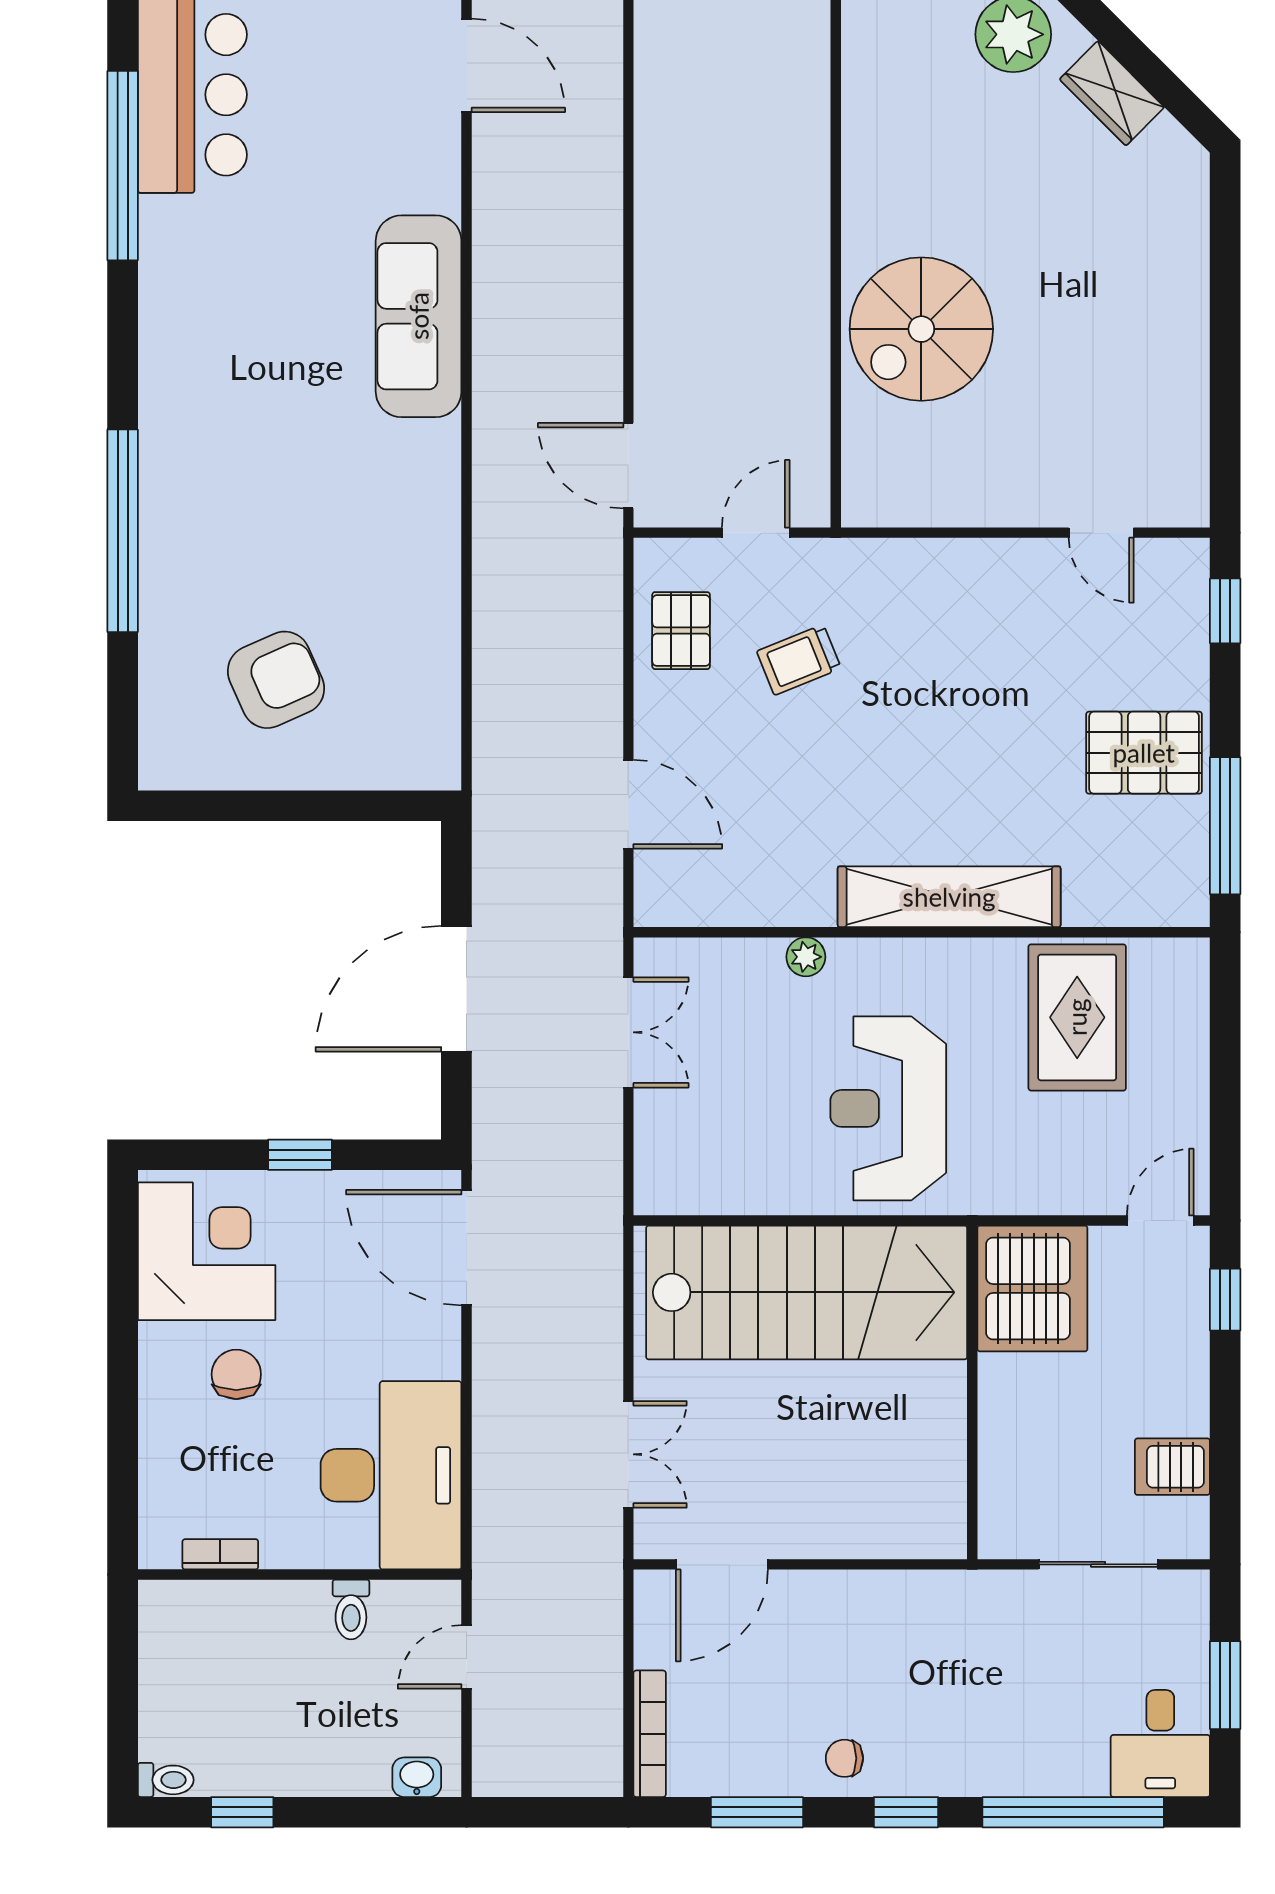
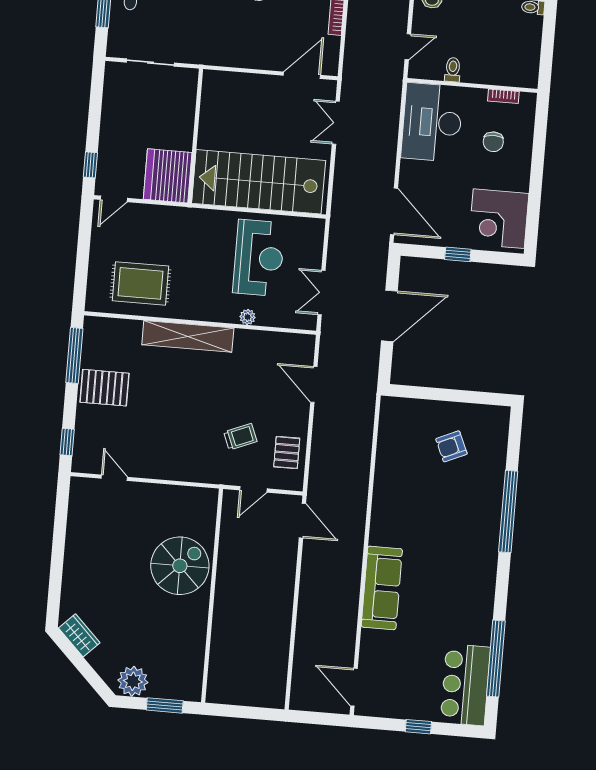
wardrobe: (1112, 93) -> (79, 635), moved
armchair: (276, 680) -> (451, 446), width x0.72, depth x0.72
rug: (1077, 1017) -> (140, 283), turned 90
reception desk: (888, 1108) -> (259, 258), moved
chair: (236, 1374) -> (493, 142), moved
server rack: (1172, 1467) -> (117, 99), removed

